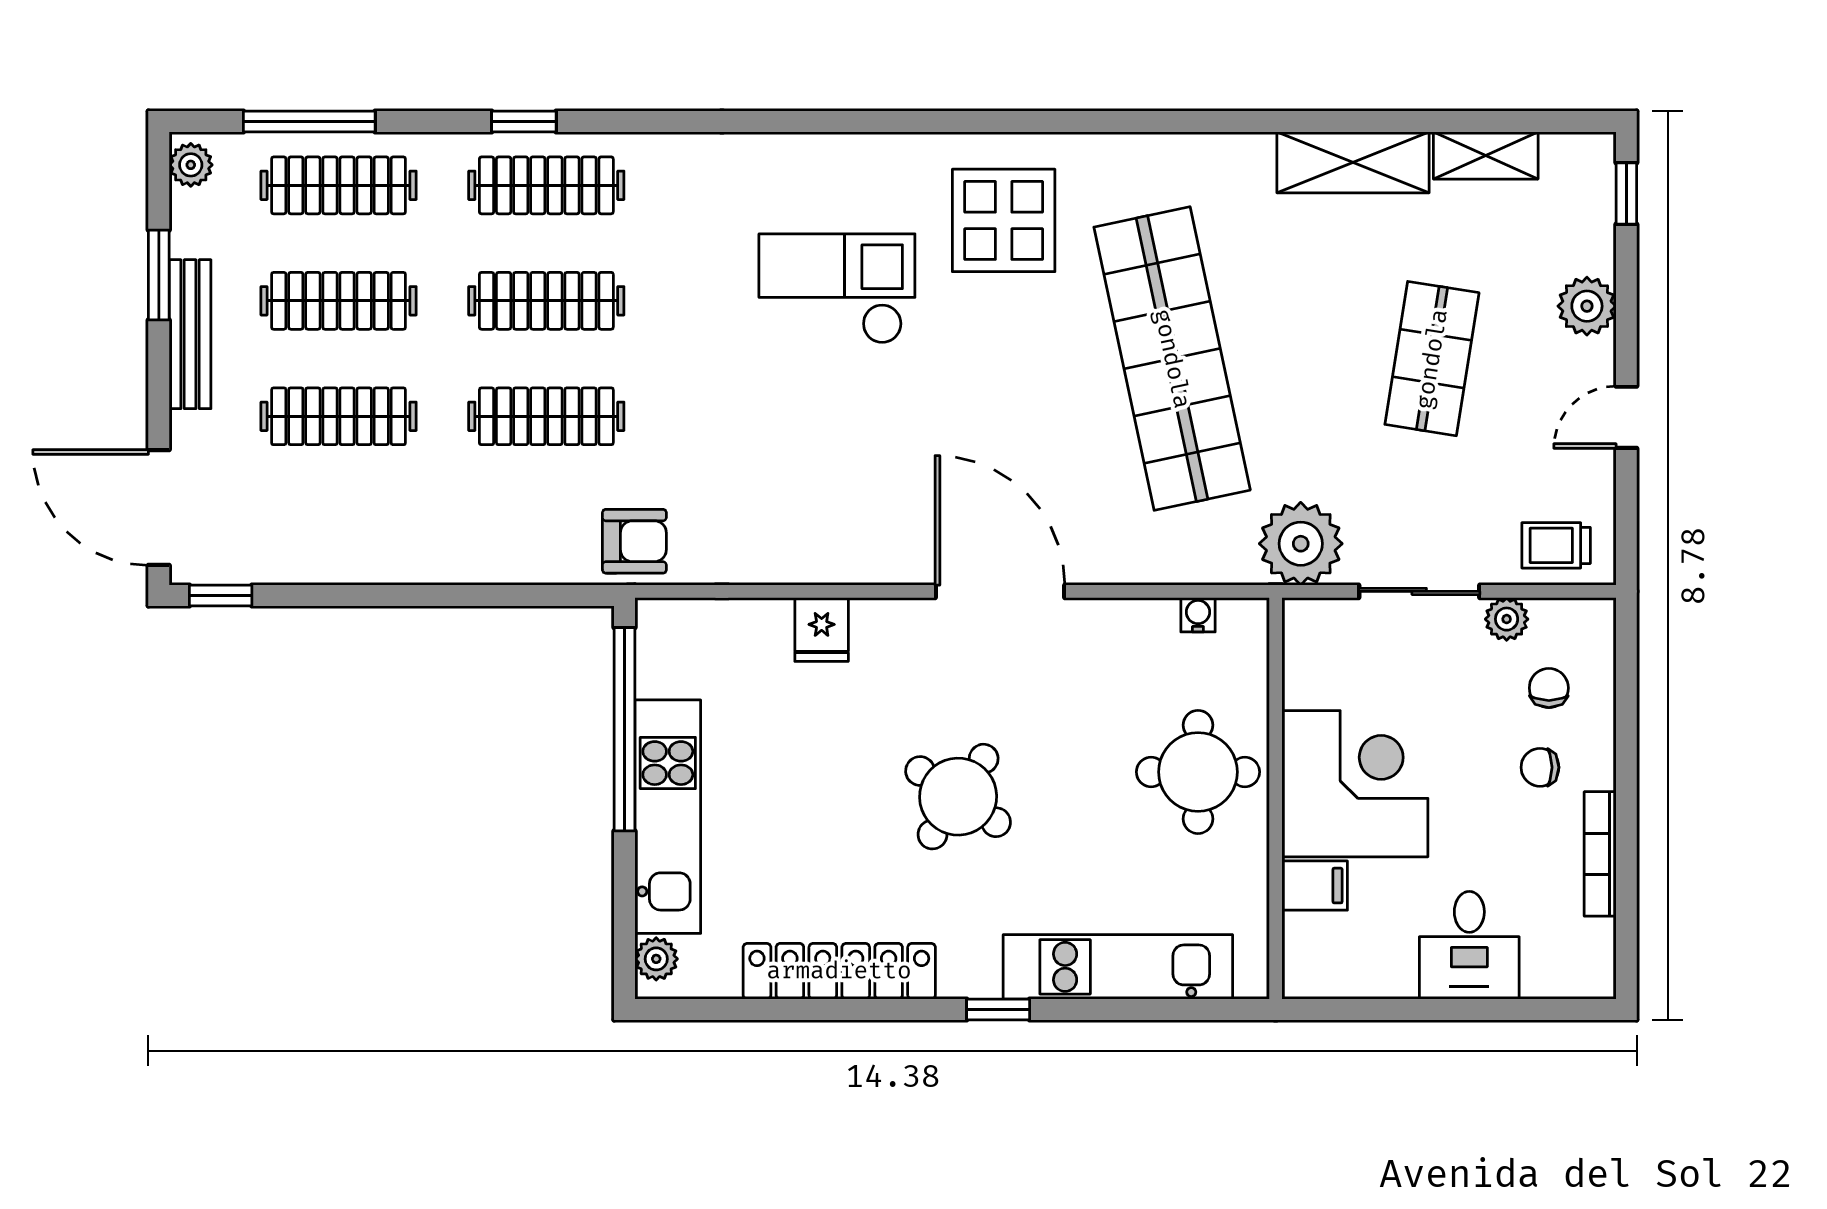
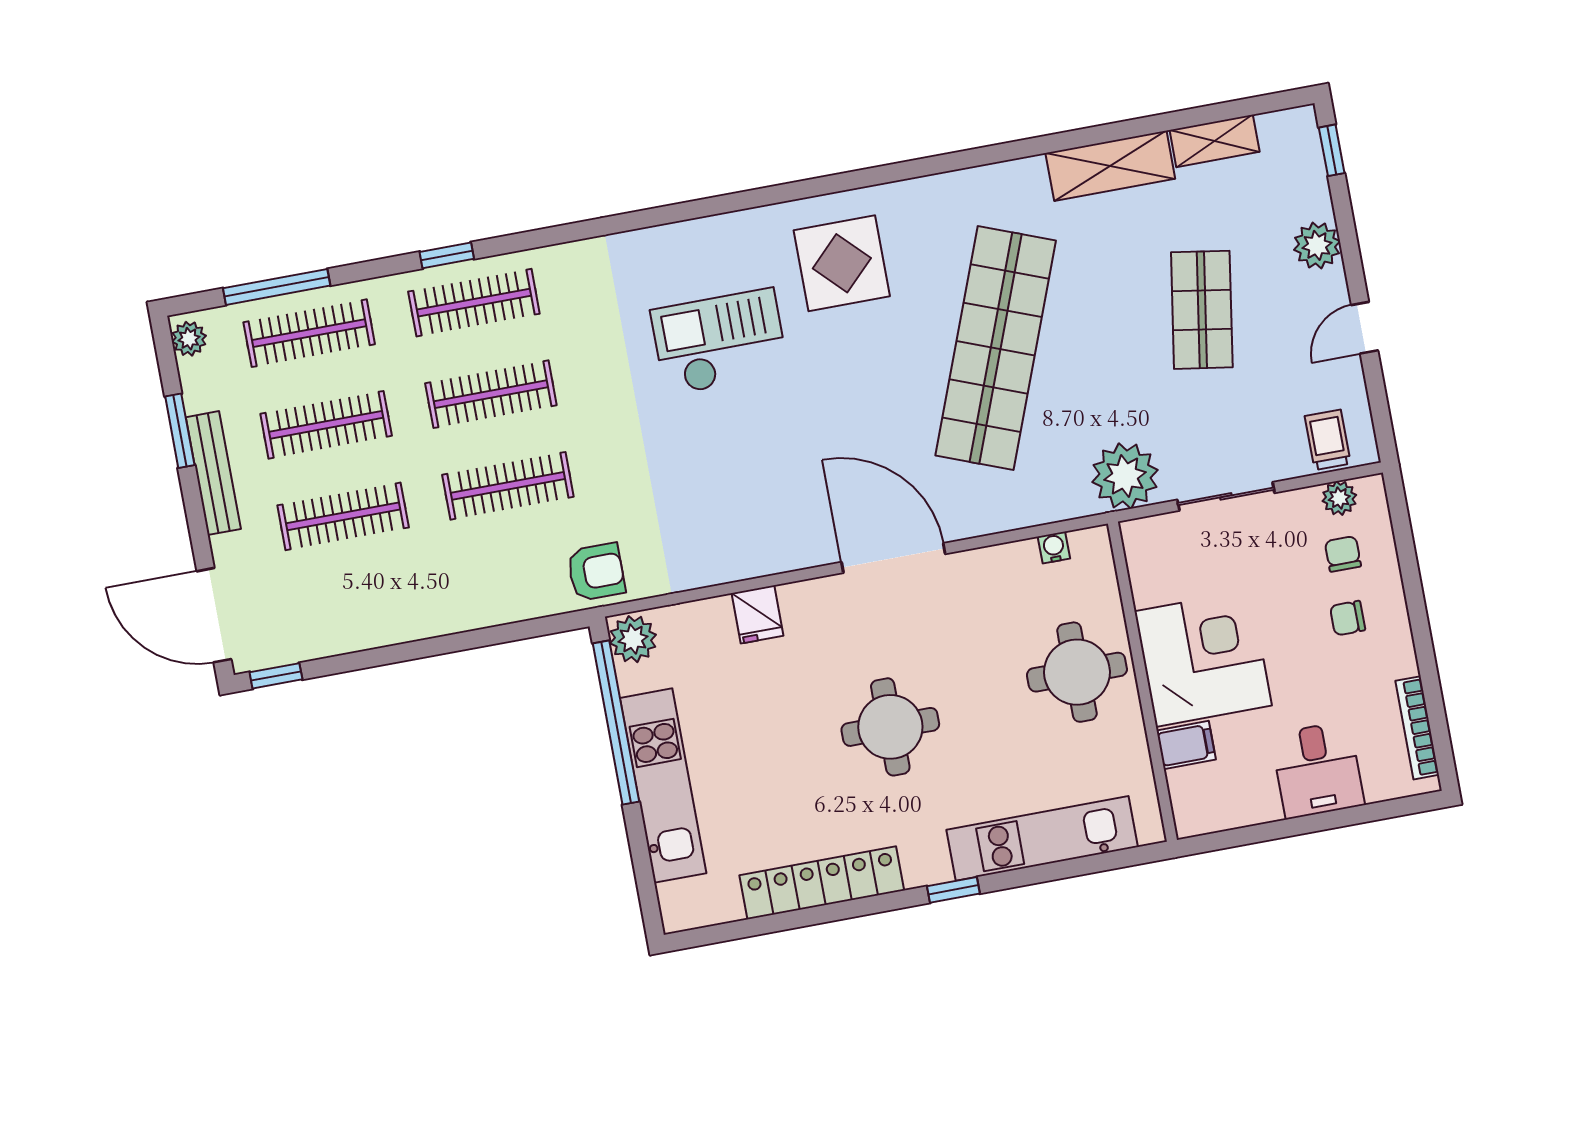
shop shelf: (1172, 359) -> (996, 348), turned 33
trolley: (1556, 545) -> (1328, 440), turned 90
plant: (1507, 619) -> (1339, 498), moved
round table: (958, 797) -> (890, 727), turned -34
bookcase: (1600, 854) -> (1417, 728), moved
plant: (656, 959) -> (633, 639), moved, width x1.38, depth x1.38

